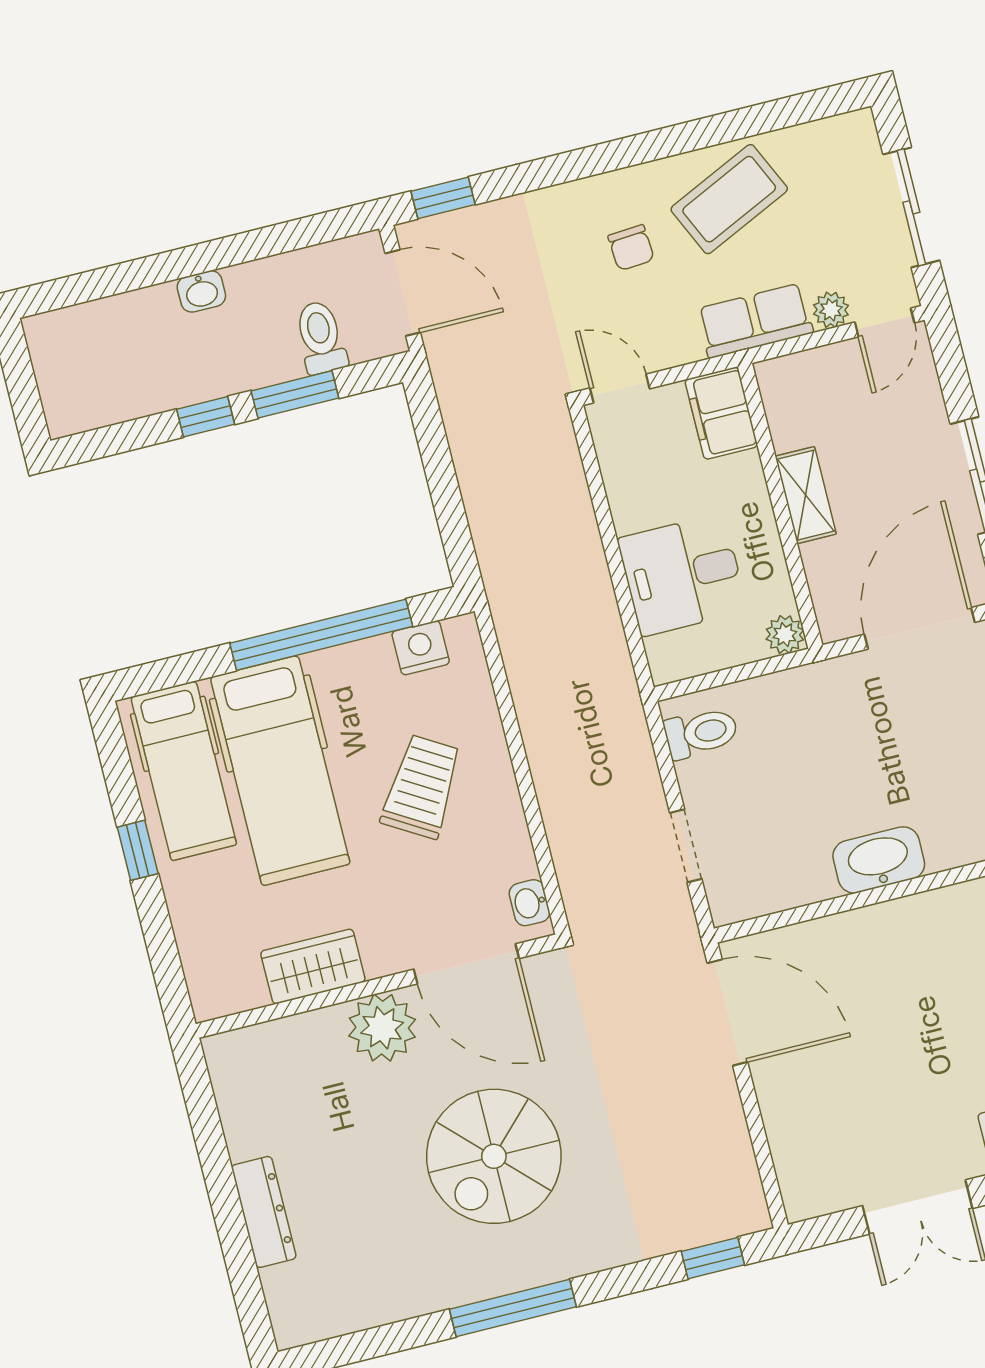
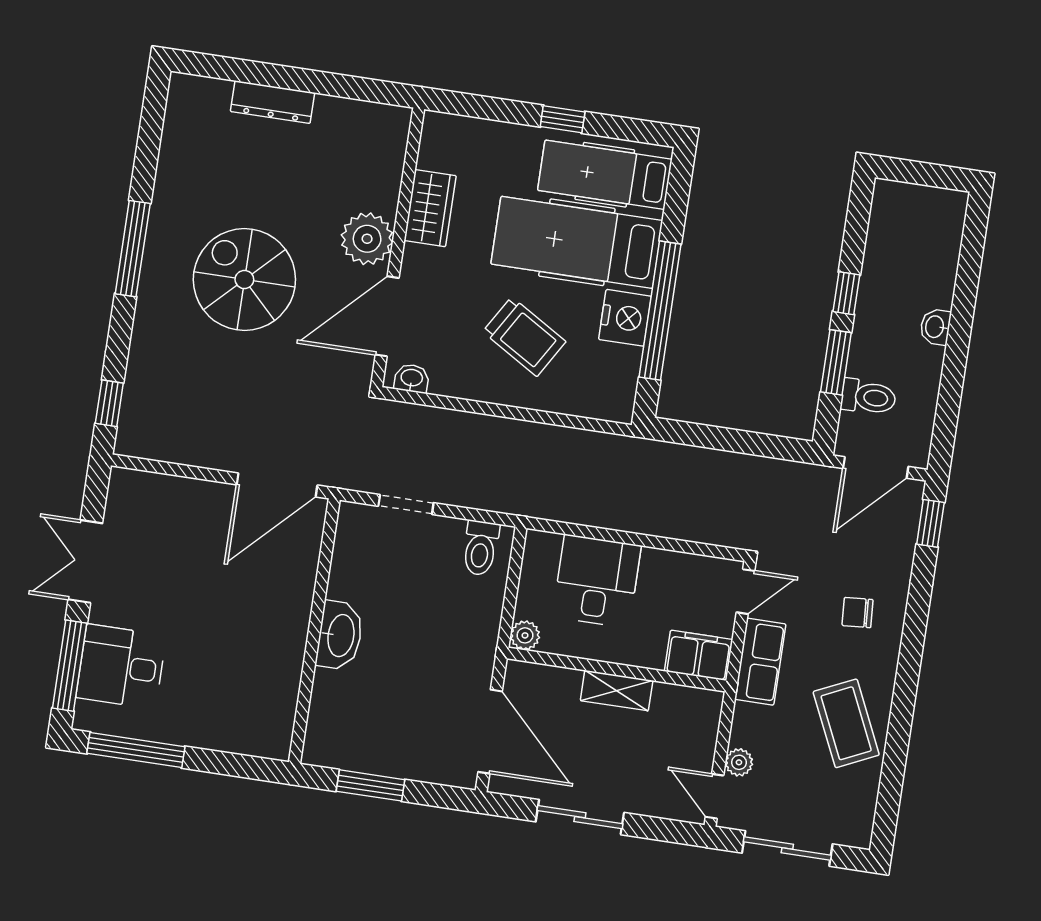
chair: (631, 248) -> (858, 613), moved
row of seats: (755, 321) -> (760, 662), moved
nightstand: (421, 648) -> (625, 318), moved, width x1.36, depth x1.33

